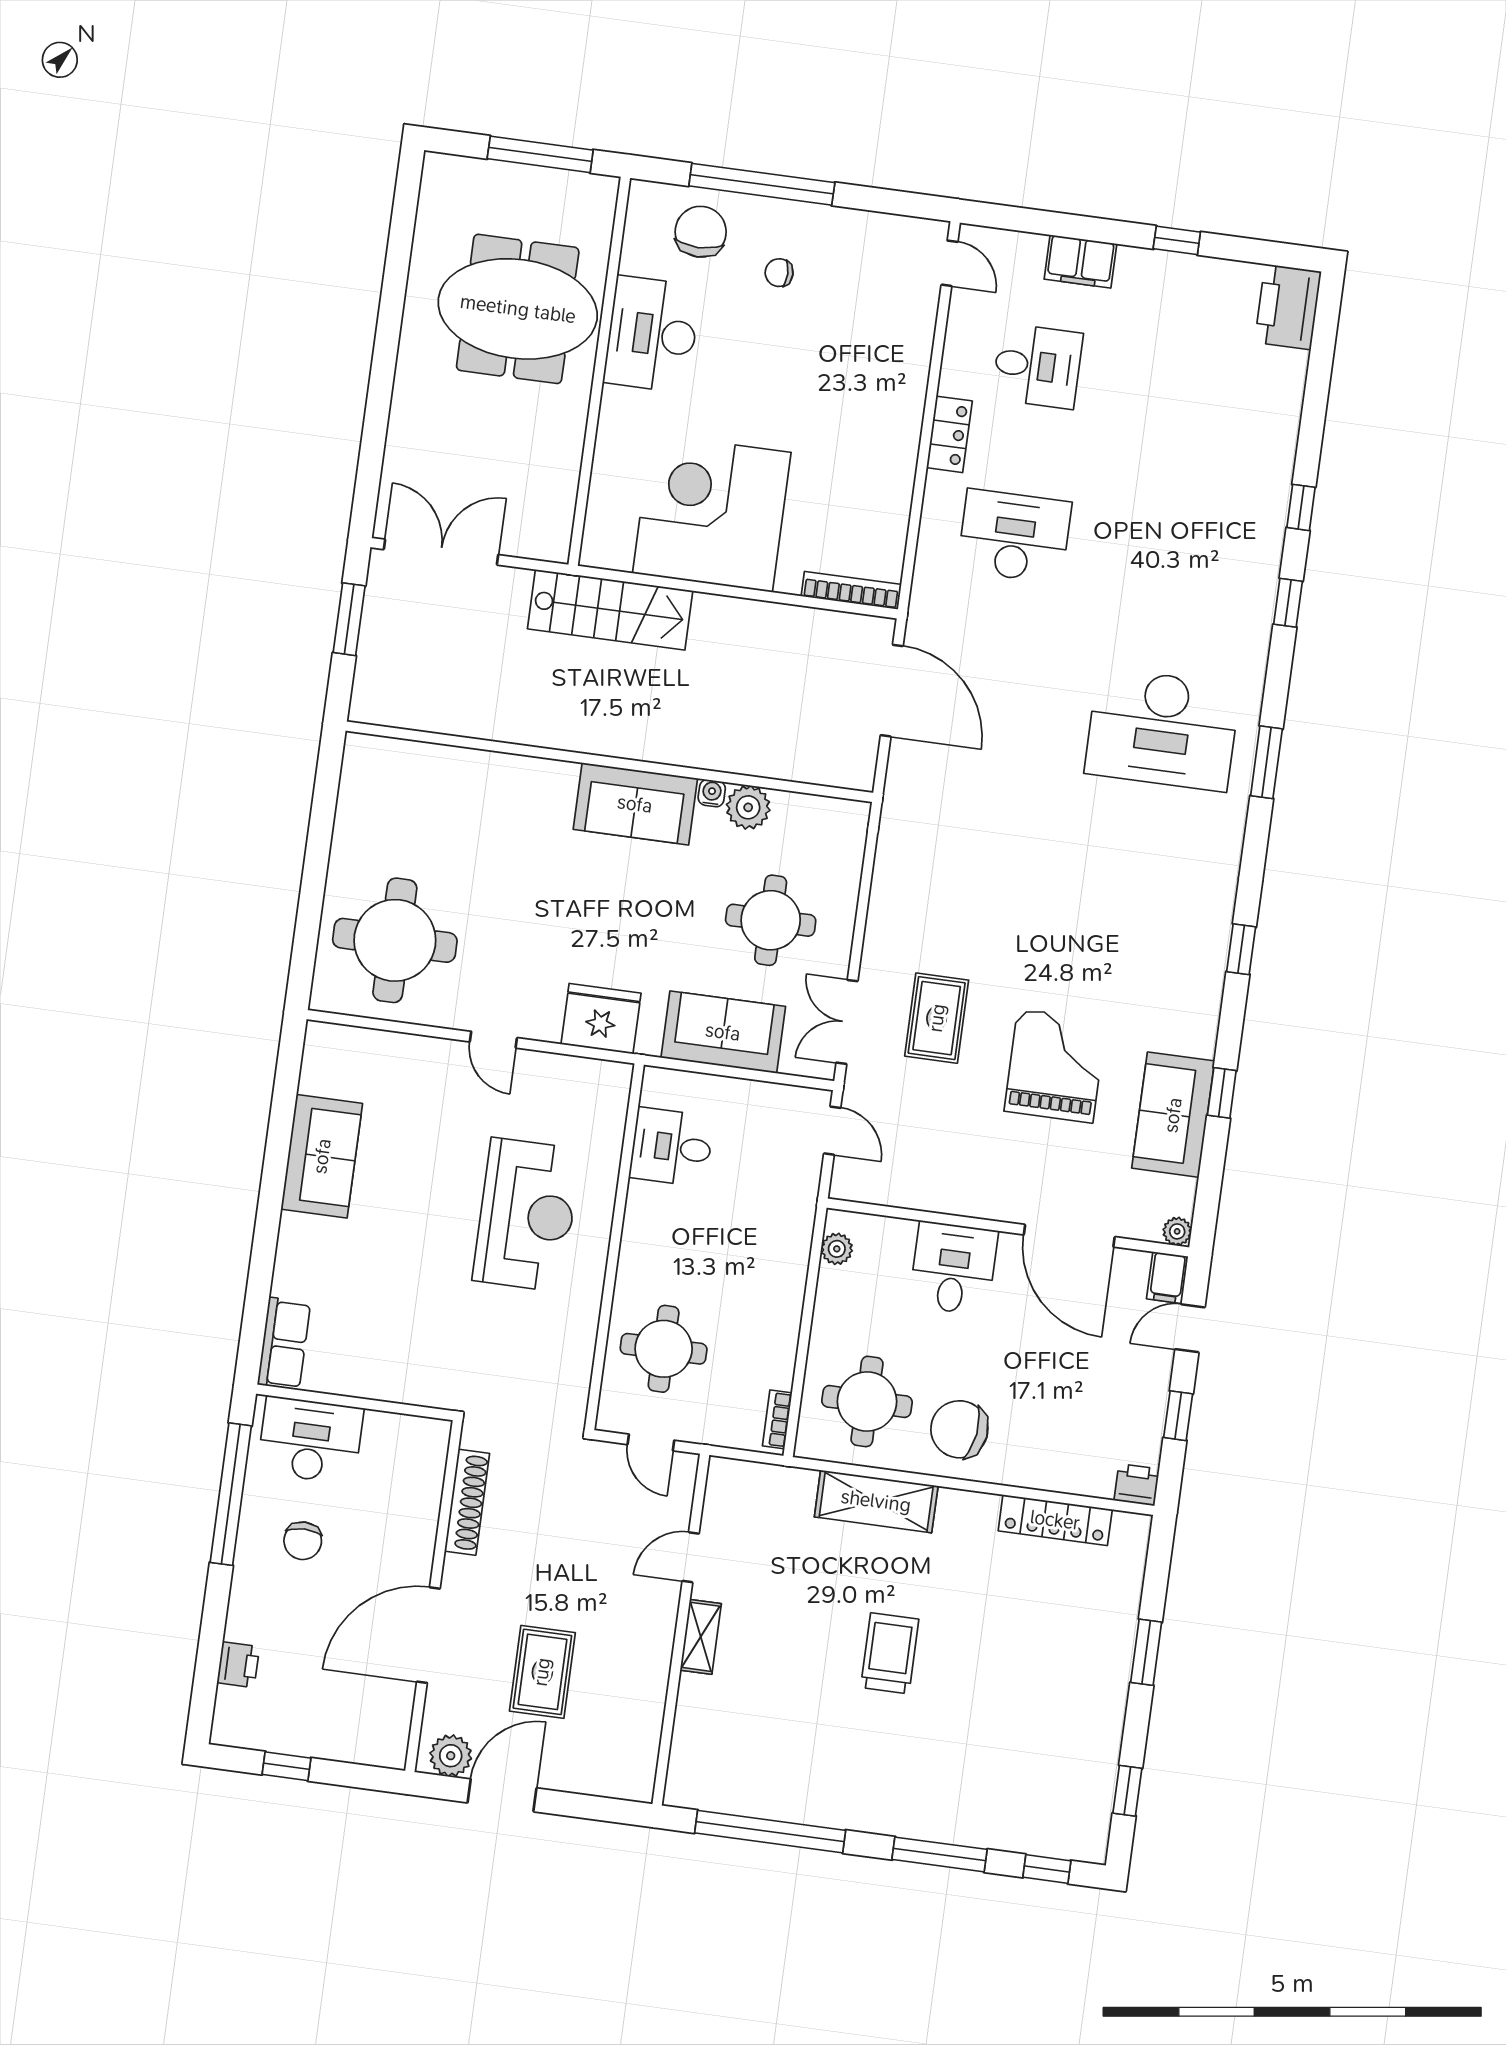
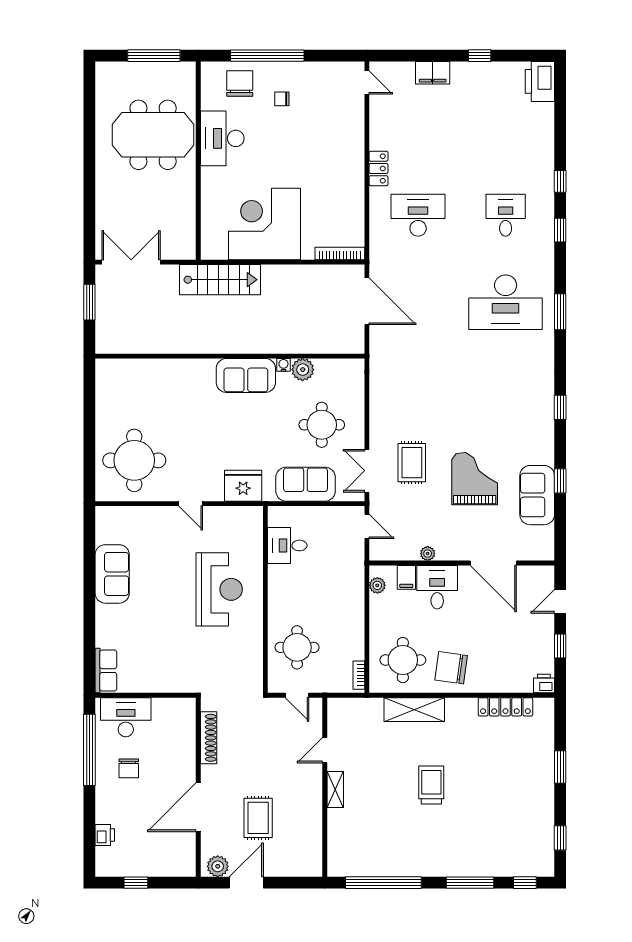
desk: (1037, 366) -> (506, 215), moved, turned -90
plant: (1177, 1231) -> (428, 553), moved
filing cabinet: (1167, 1278) -> (406, 577), moved

